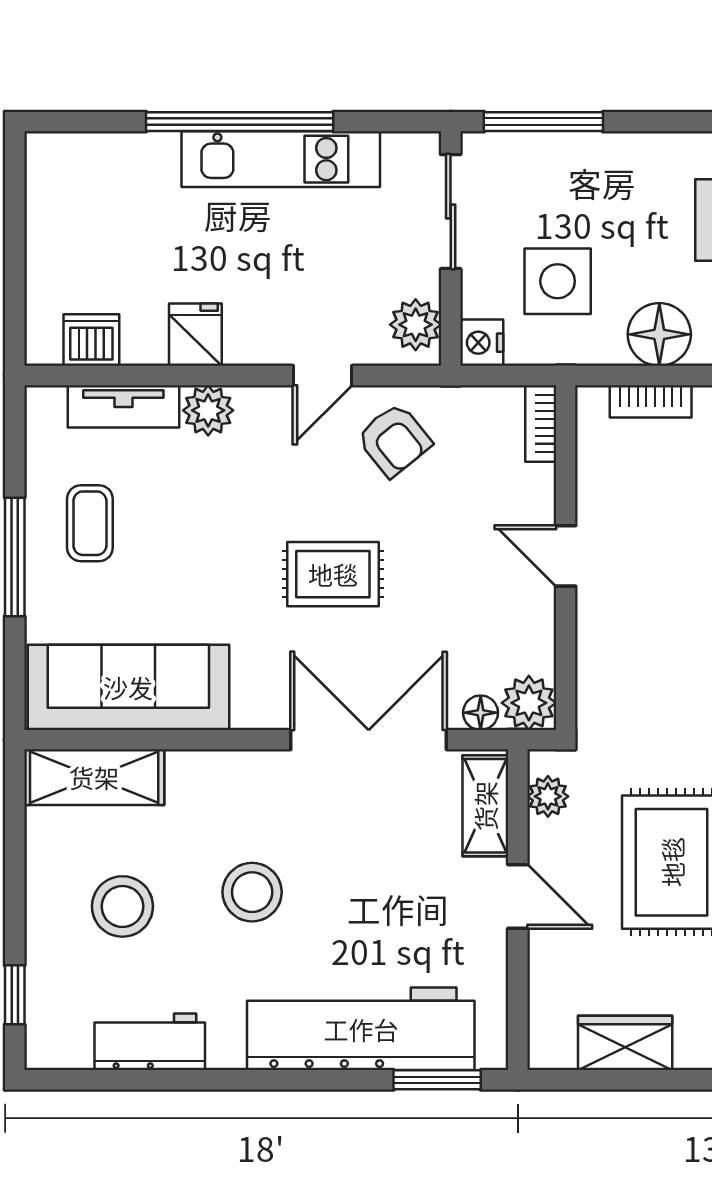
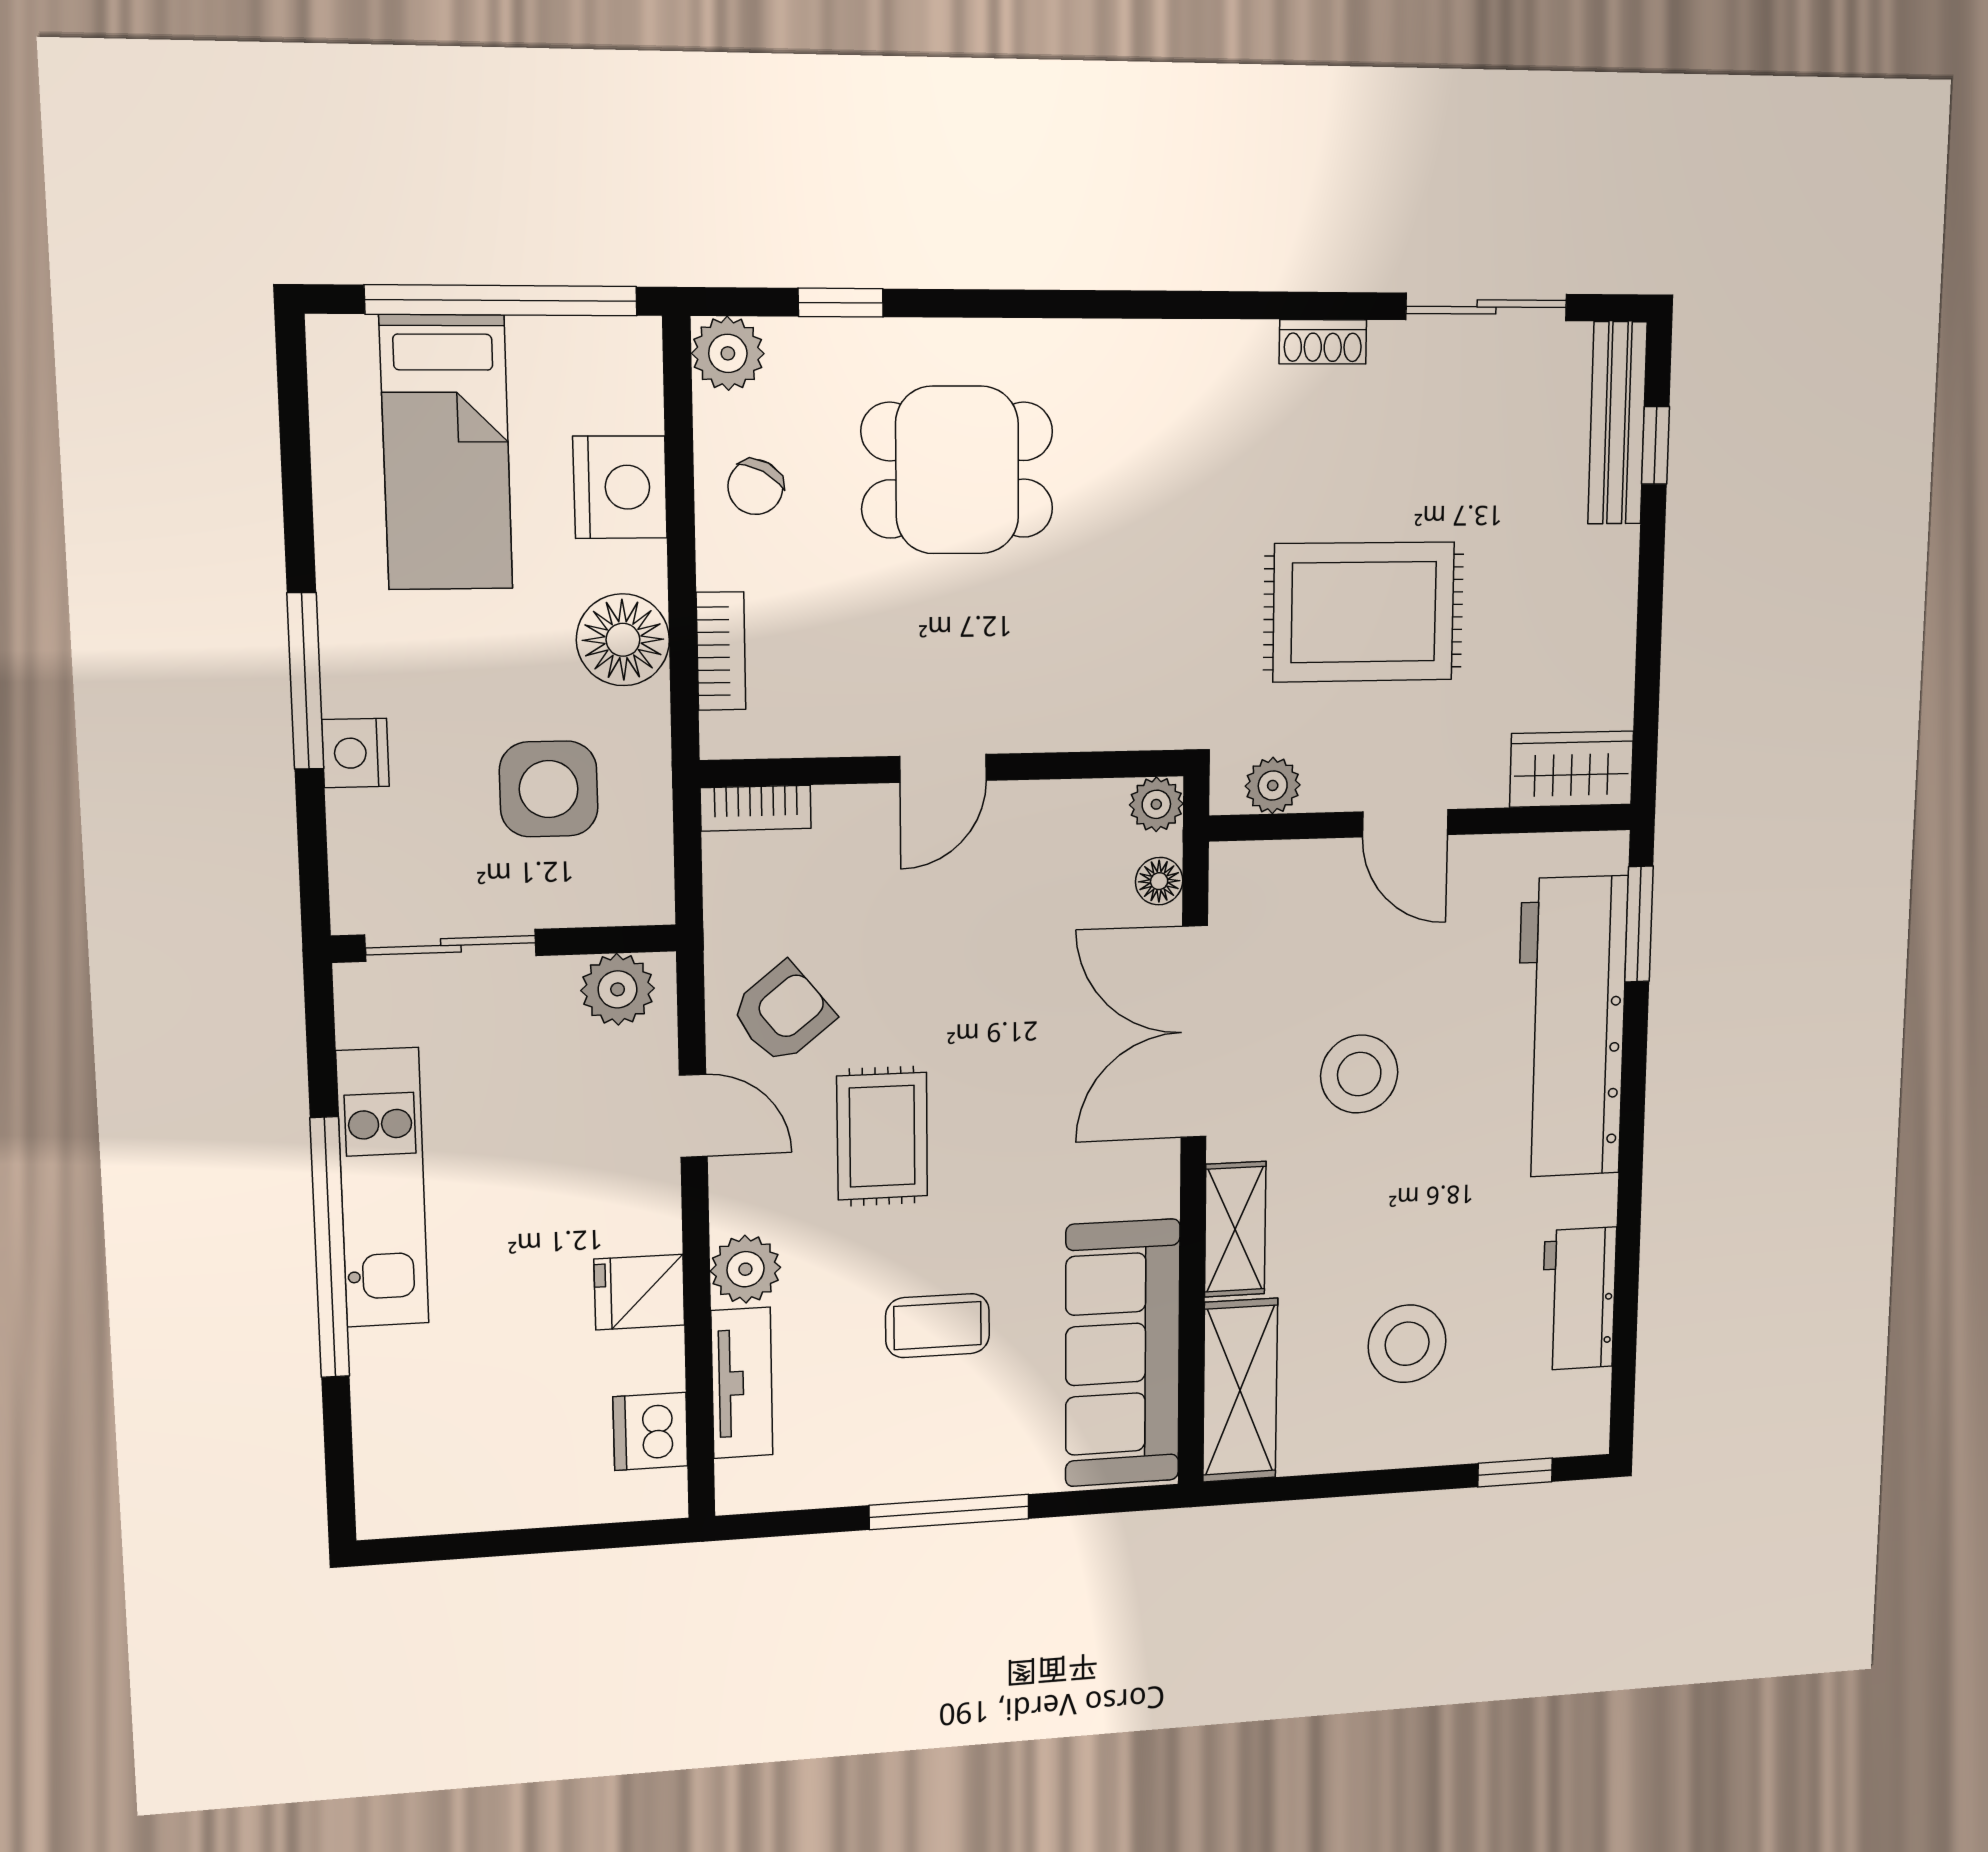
window: (543, 122) -> (305, 681), moved
nightstand: (482, 343) -> (355, 753), moved, turned 90
coffee table: (90, 523) -> (938, 1326), moved
rug: (333, 574) -> (882, 1136), moved
plant: (529, 703) -> (1156, 804), width x0.73, depth x0.73
shelving: (485, 806) -> (1235, 1229), moved, turned 90
stool: (252, 892) -> (1359, 1074), moved
door: (518, 897) -> (1405, 823), swing flipped
wardrobe: (625, 1043) -> (1572, 769), moved, turned 90

